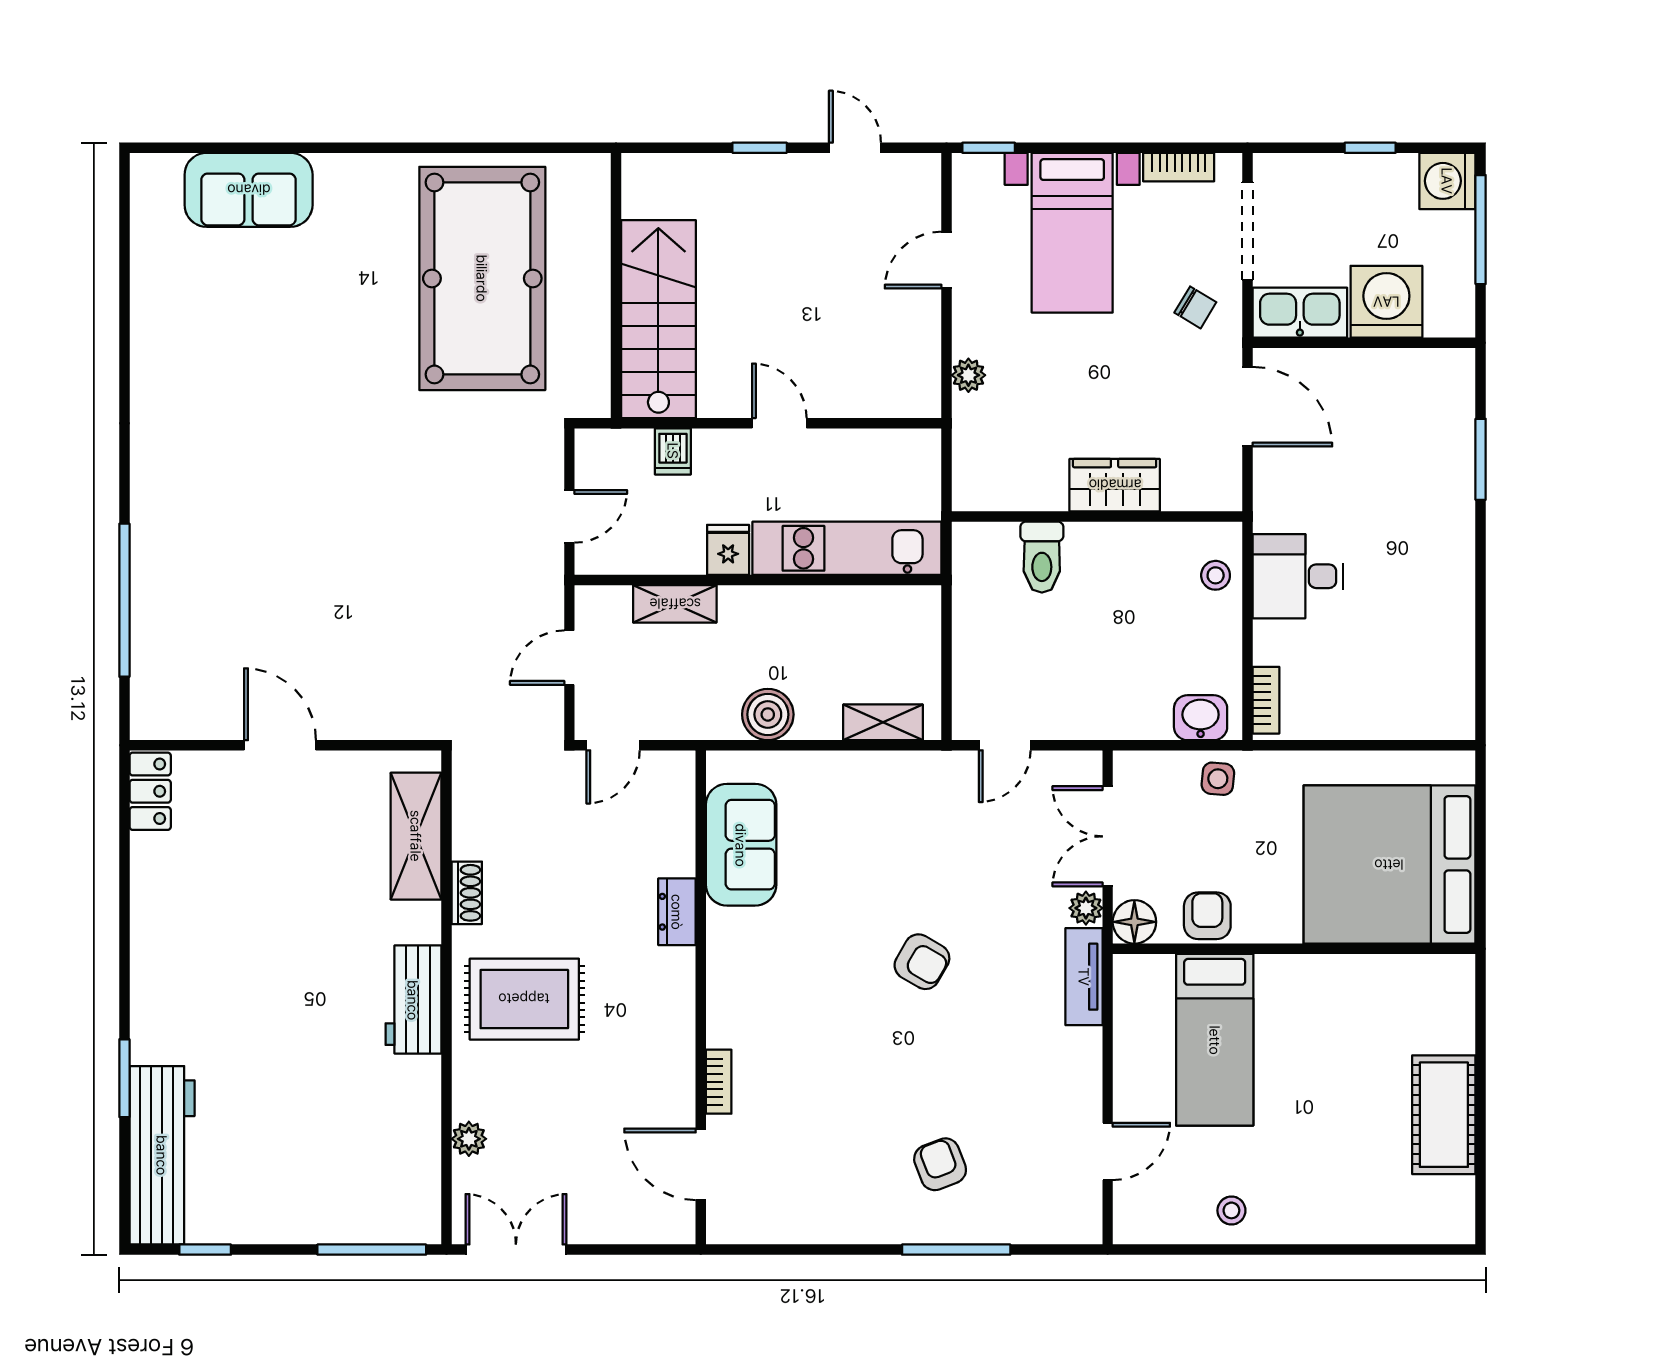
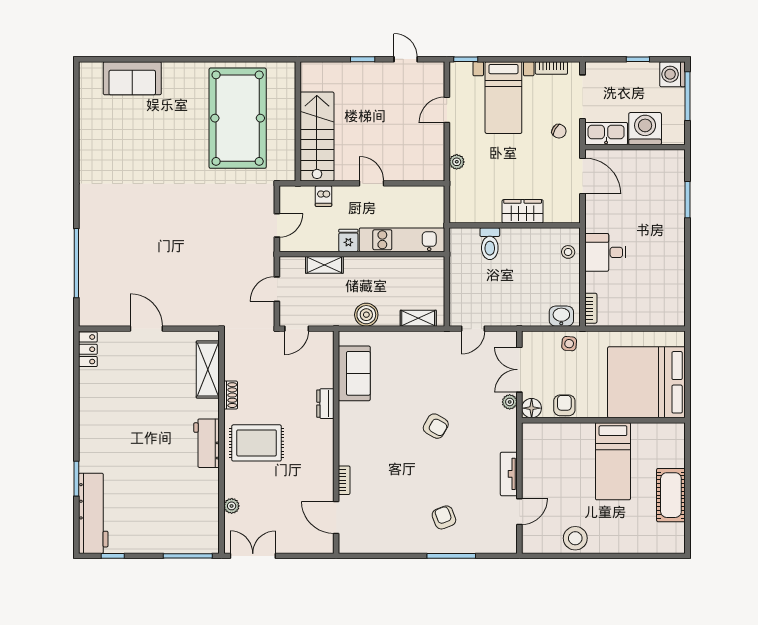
tv unit: (1084, 977) -> (509, 474), moved
bed: (1215, 1040) -> (613, 461), moved
stool: (1231, 1210) -> (575, 538), width x1.89, depth x1.89

